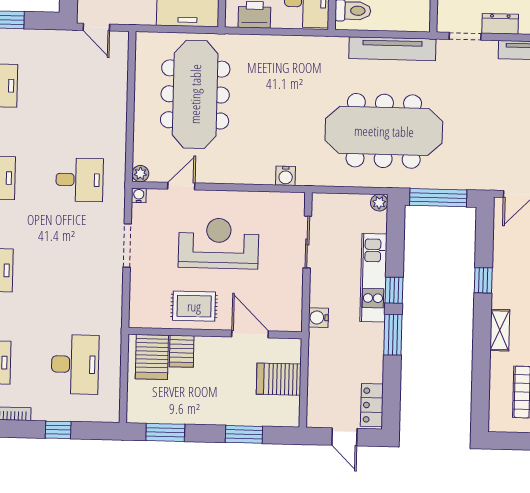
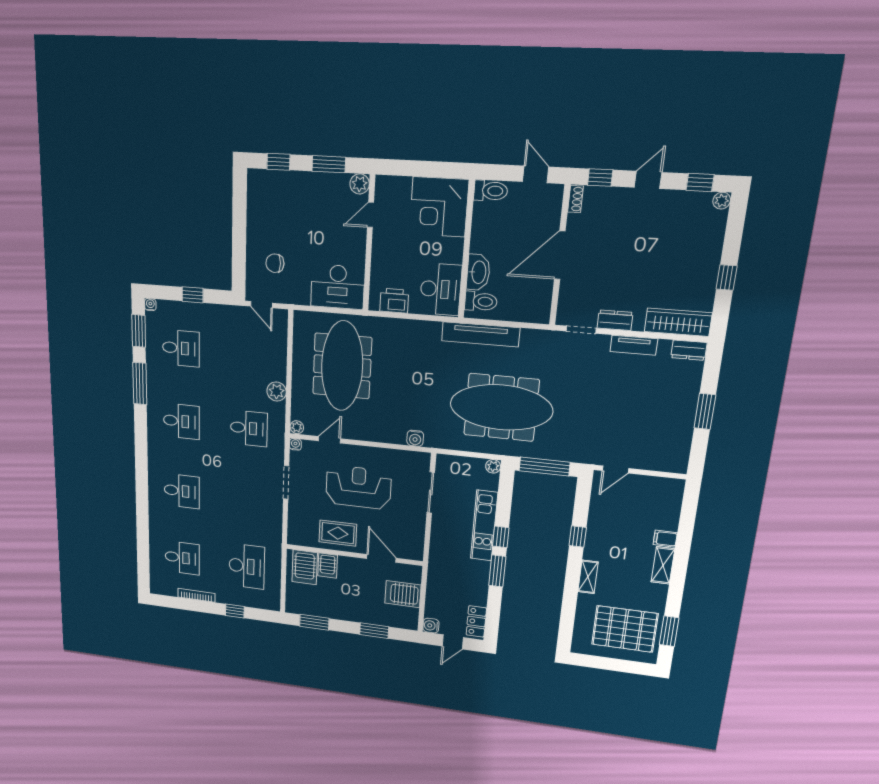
tv unit: (392, 49) -> (480, 334), moved
plant: (115, 131) -> (277, 391), added
water cooler: (318, 318) -> (431, 626), moved
door: (344, 437) -> (453, 642), hinge flipped

